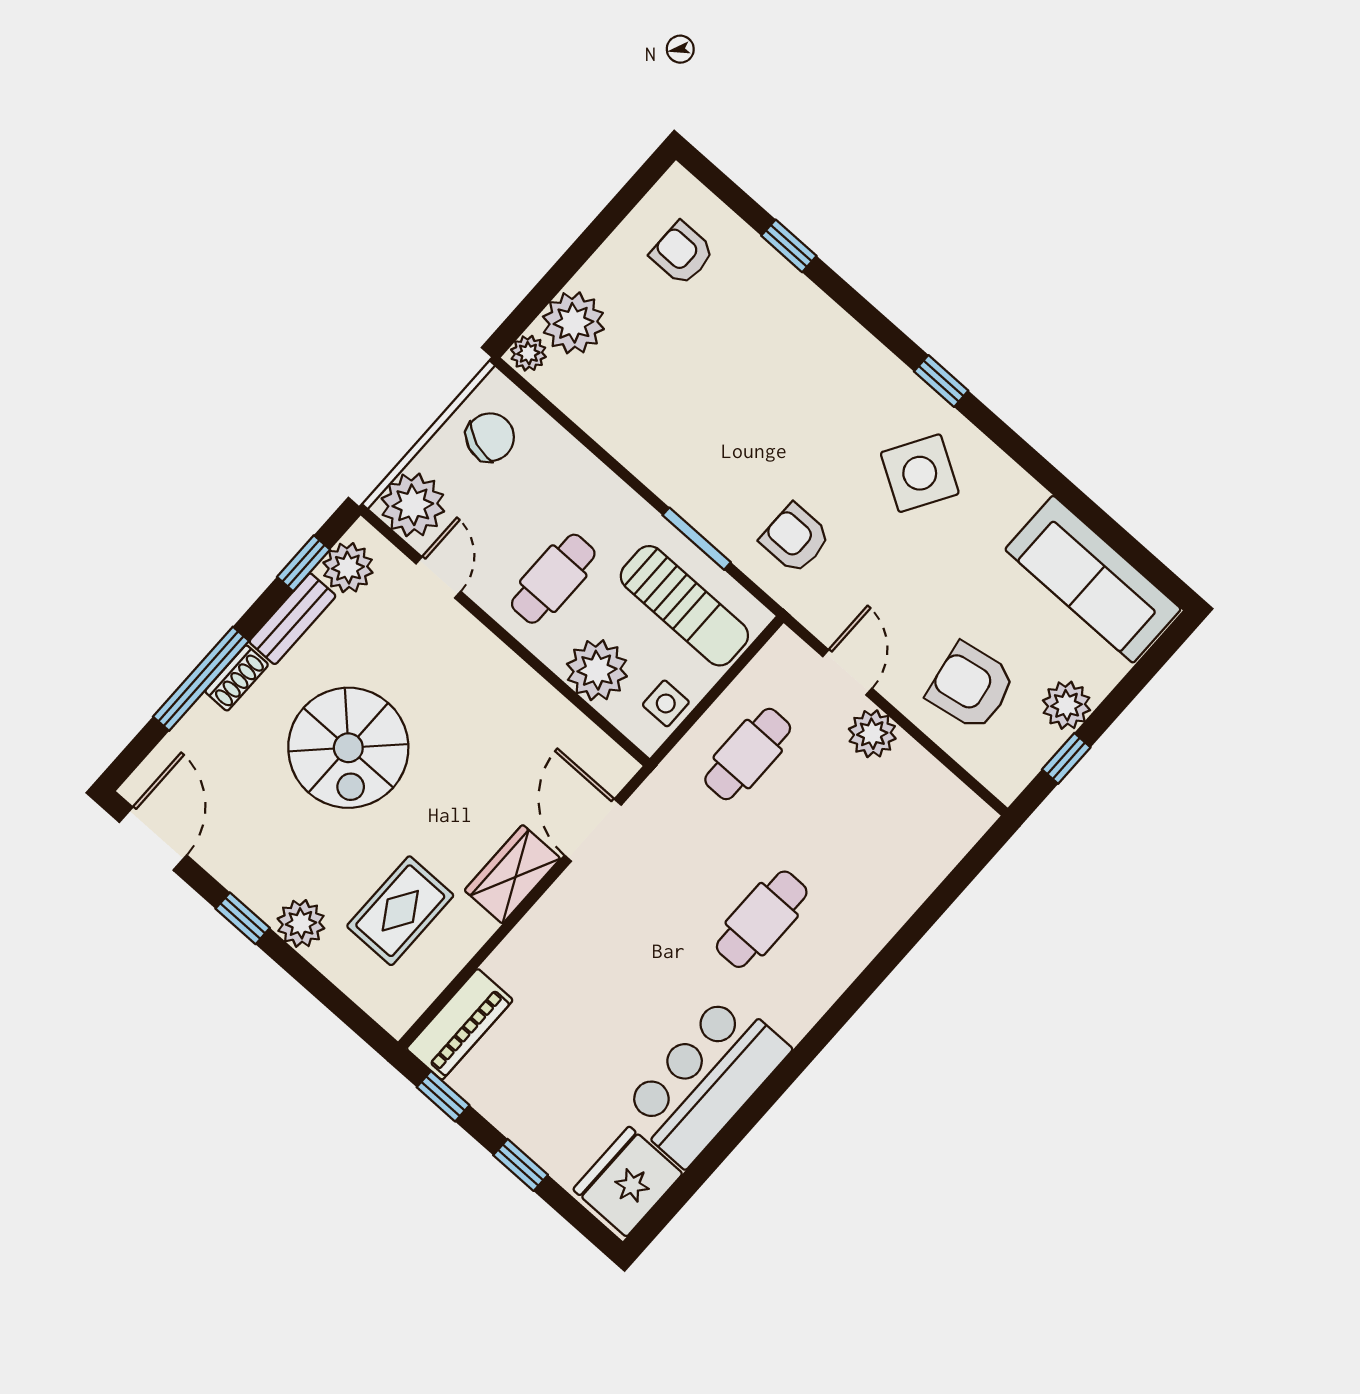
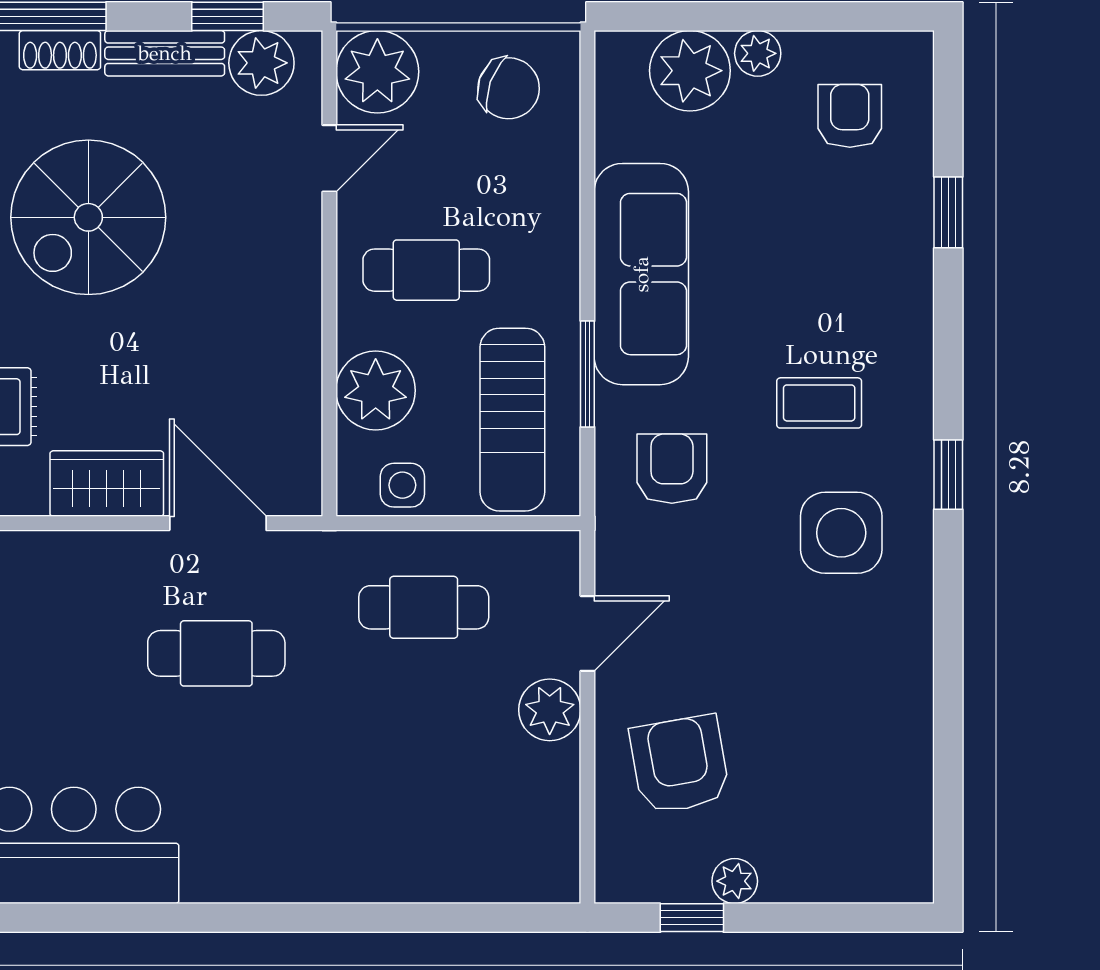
plant: (528, 353) -> (758, 53), moved
coffee table: (833, 419) -> (819, 403), added
side table: (920, 473) -> (841, 533), turned -31
sofa: (1093, 579) -> (641, 274), moved, turned 180
plant: (1066, 705) -> (735, 881), width x0.73, depth x0.73
door: (593, 830) -> (218, 523), hinge flipped
cafe table: (762, 919) -> (216, 653), moved

